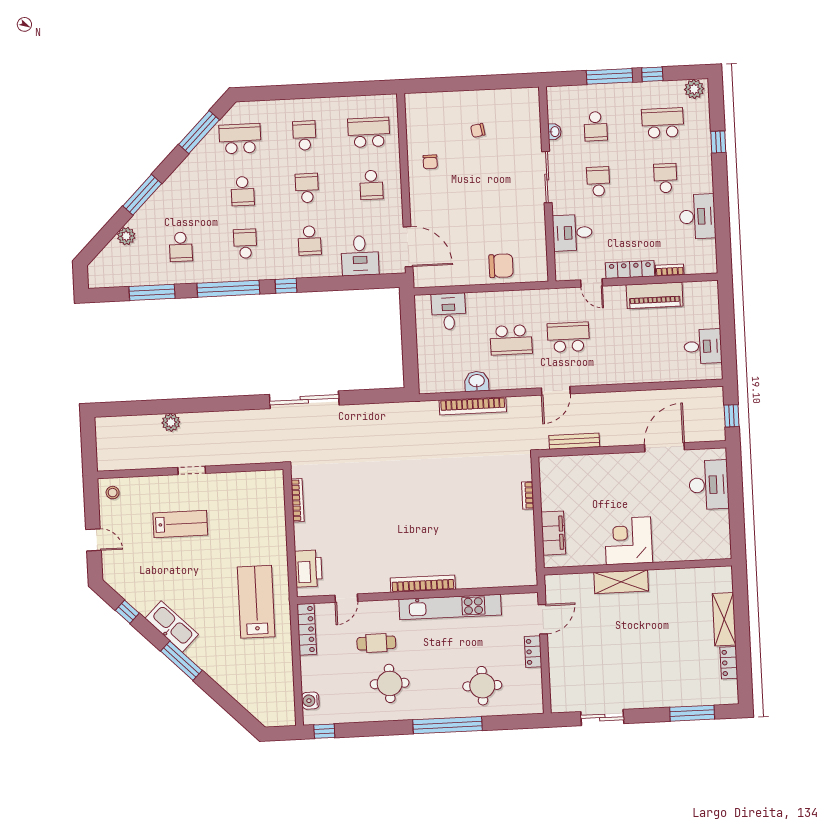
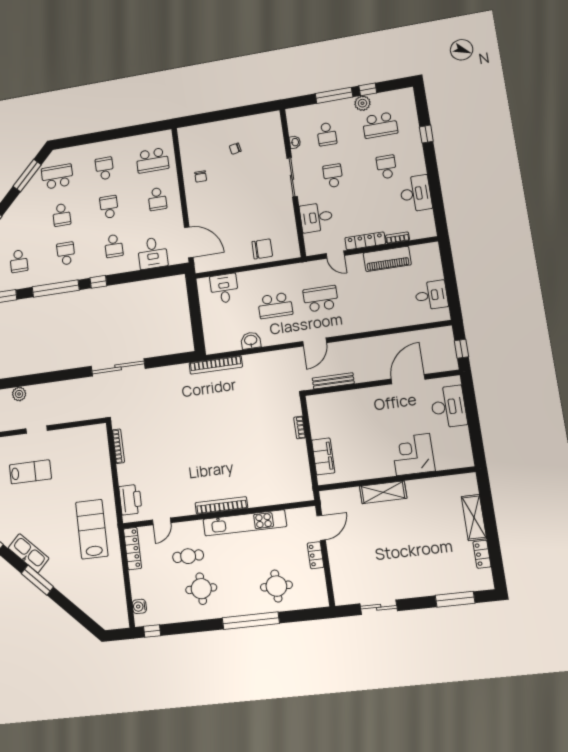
plant: (694, 89) -> (362, 103), moved
school desk: (663, 123) -> (380, 125), turned 180
school desk: (369, 132) -> (152, 160), turned 180
bookcase: (473, 406) -> (216, 365), moved
corner desk: (628, 541) -> (413, 455), moved

